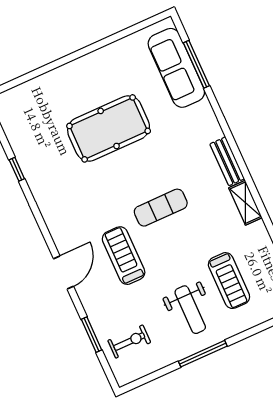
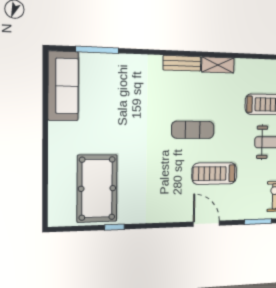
sofa: (176, 68) -> (63, 86), moved, turned -90
pool table: (109, 128) -> (97, 188), moved
exercise mat: (161, 208) -> (193, 130), turned 90

